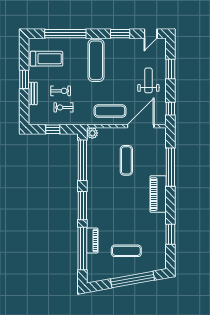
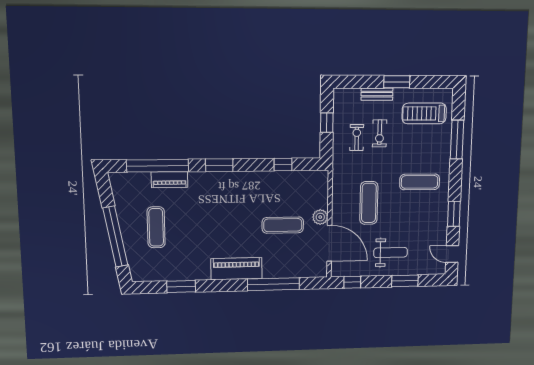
window: (65, 34) -> (457, 140), width x0.68
treadmill: (46, 59) -> (424, 113), turned 90
exercise mat: (96, 60) -> (420, 182), width x0.73, depth x0.69
exercise mat: (110, 111) -> (369, 203), moved
plant: (92, 133) -> (320, 217), moved
window: (82, 160) -> (283, 165), width x0.32
window: (82, 206) -> (219, 165), width x0.69

